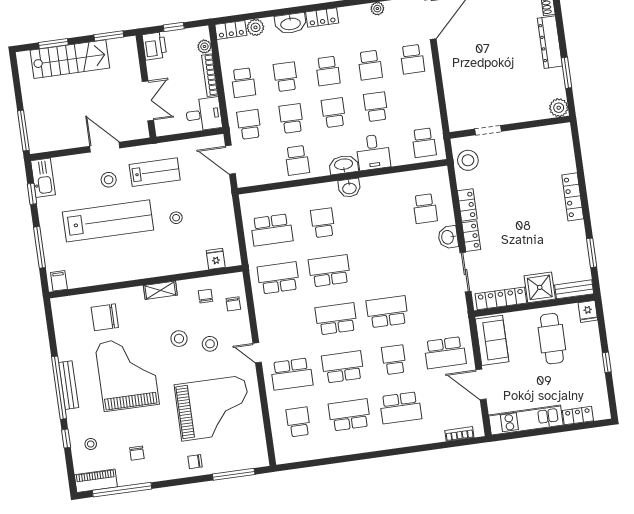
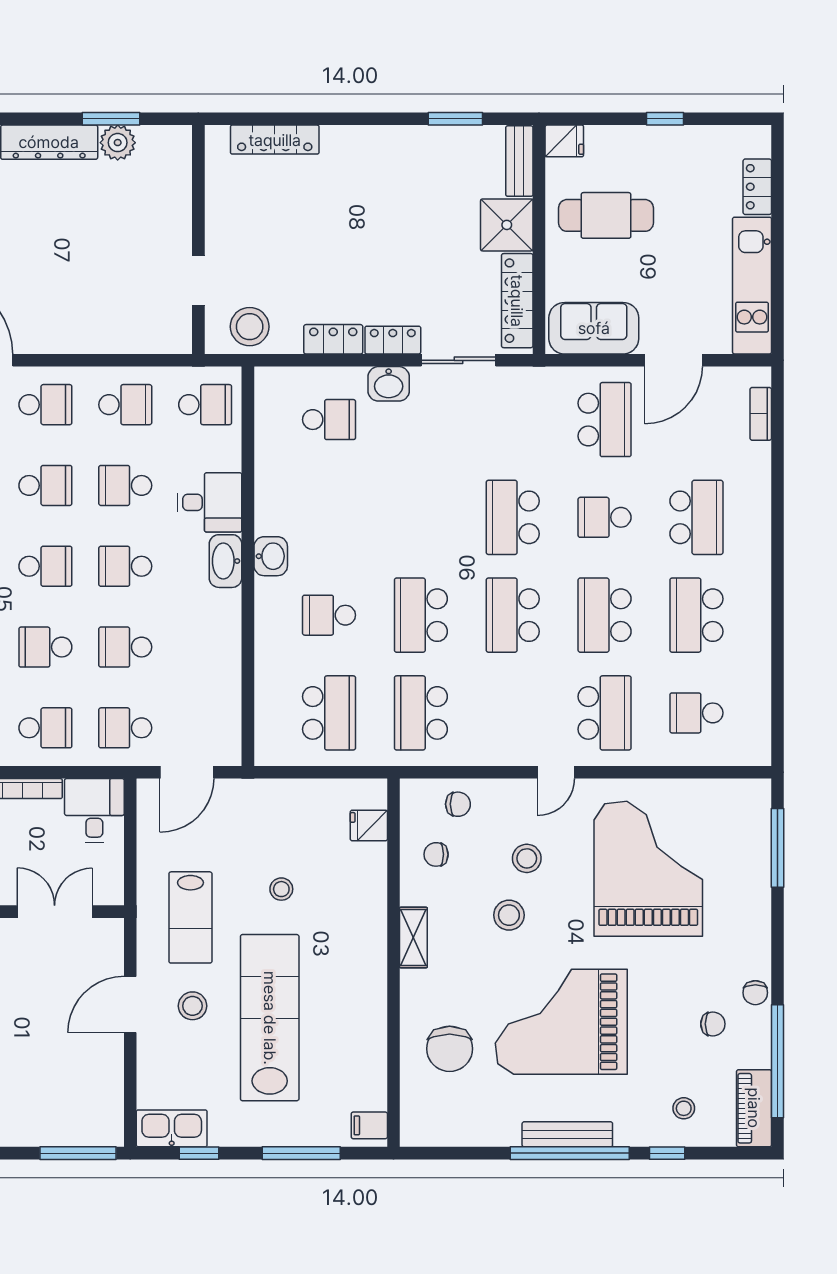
plant: (559, 108) -> (118, 143), moved
school desk: (297, 160) -> (125, 405), moved
lab bench: (155, 172) -> (190, 917), turned 180
locker: (573, 197) -> (275, 140), moved
chair: (195, 462) -> (755, 993), moved

